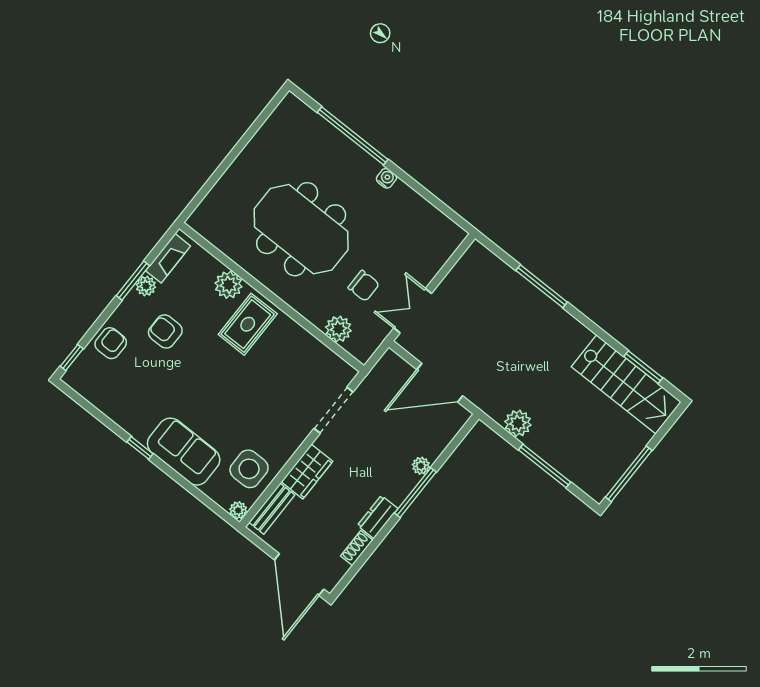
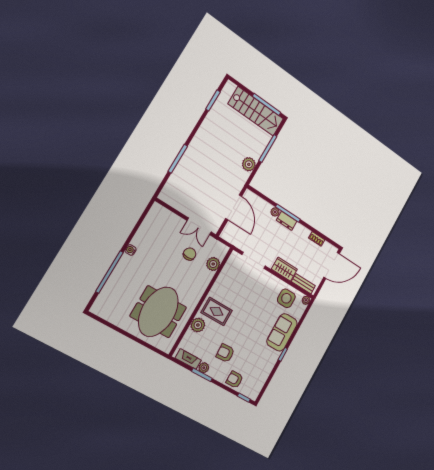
meeting table: (301, 229) -> (158, 312), moved
armchair: (165, 331) -> (225, 353), turned 87
stairs: (626, 384) -> (256, 111), moved, turned 90
dresser: (378, 517) -> (287, 221), moved

